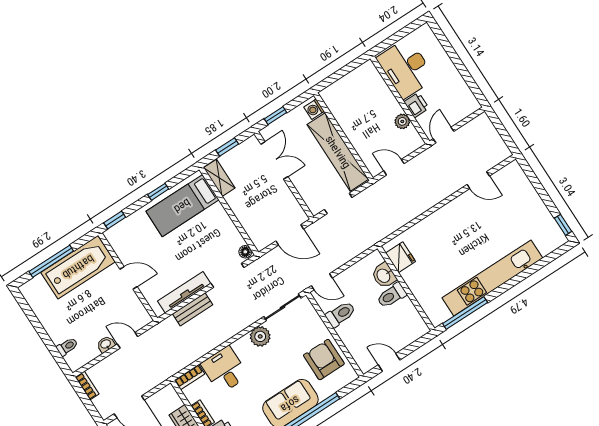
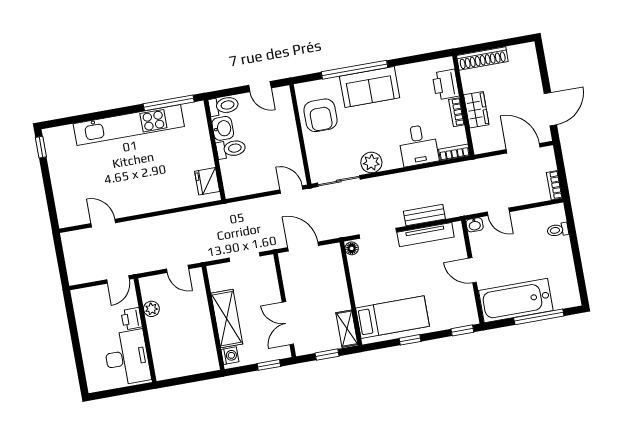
shelving: (338, 152) -> (227, 319), width x0.68
washbasin: (384, 275) -> (223, 128), moved
toilet: (341, 314) -> (224, 106), moved, turned 180
washbasin: (106, 344) -> (475, 225), moved

